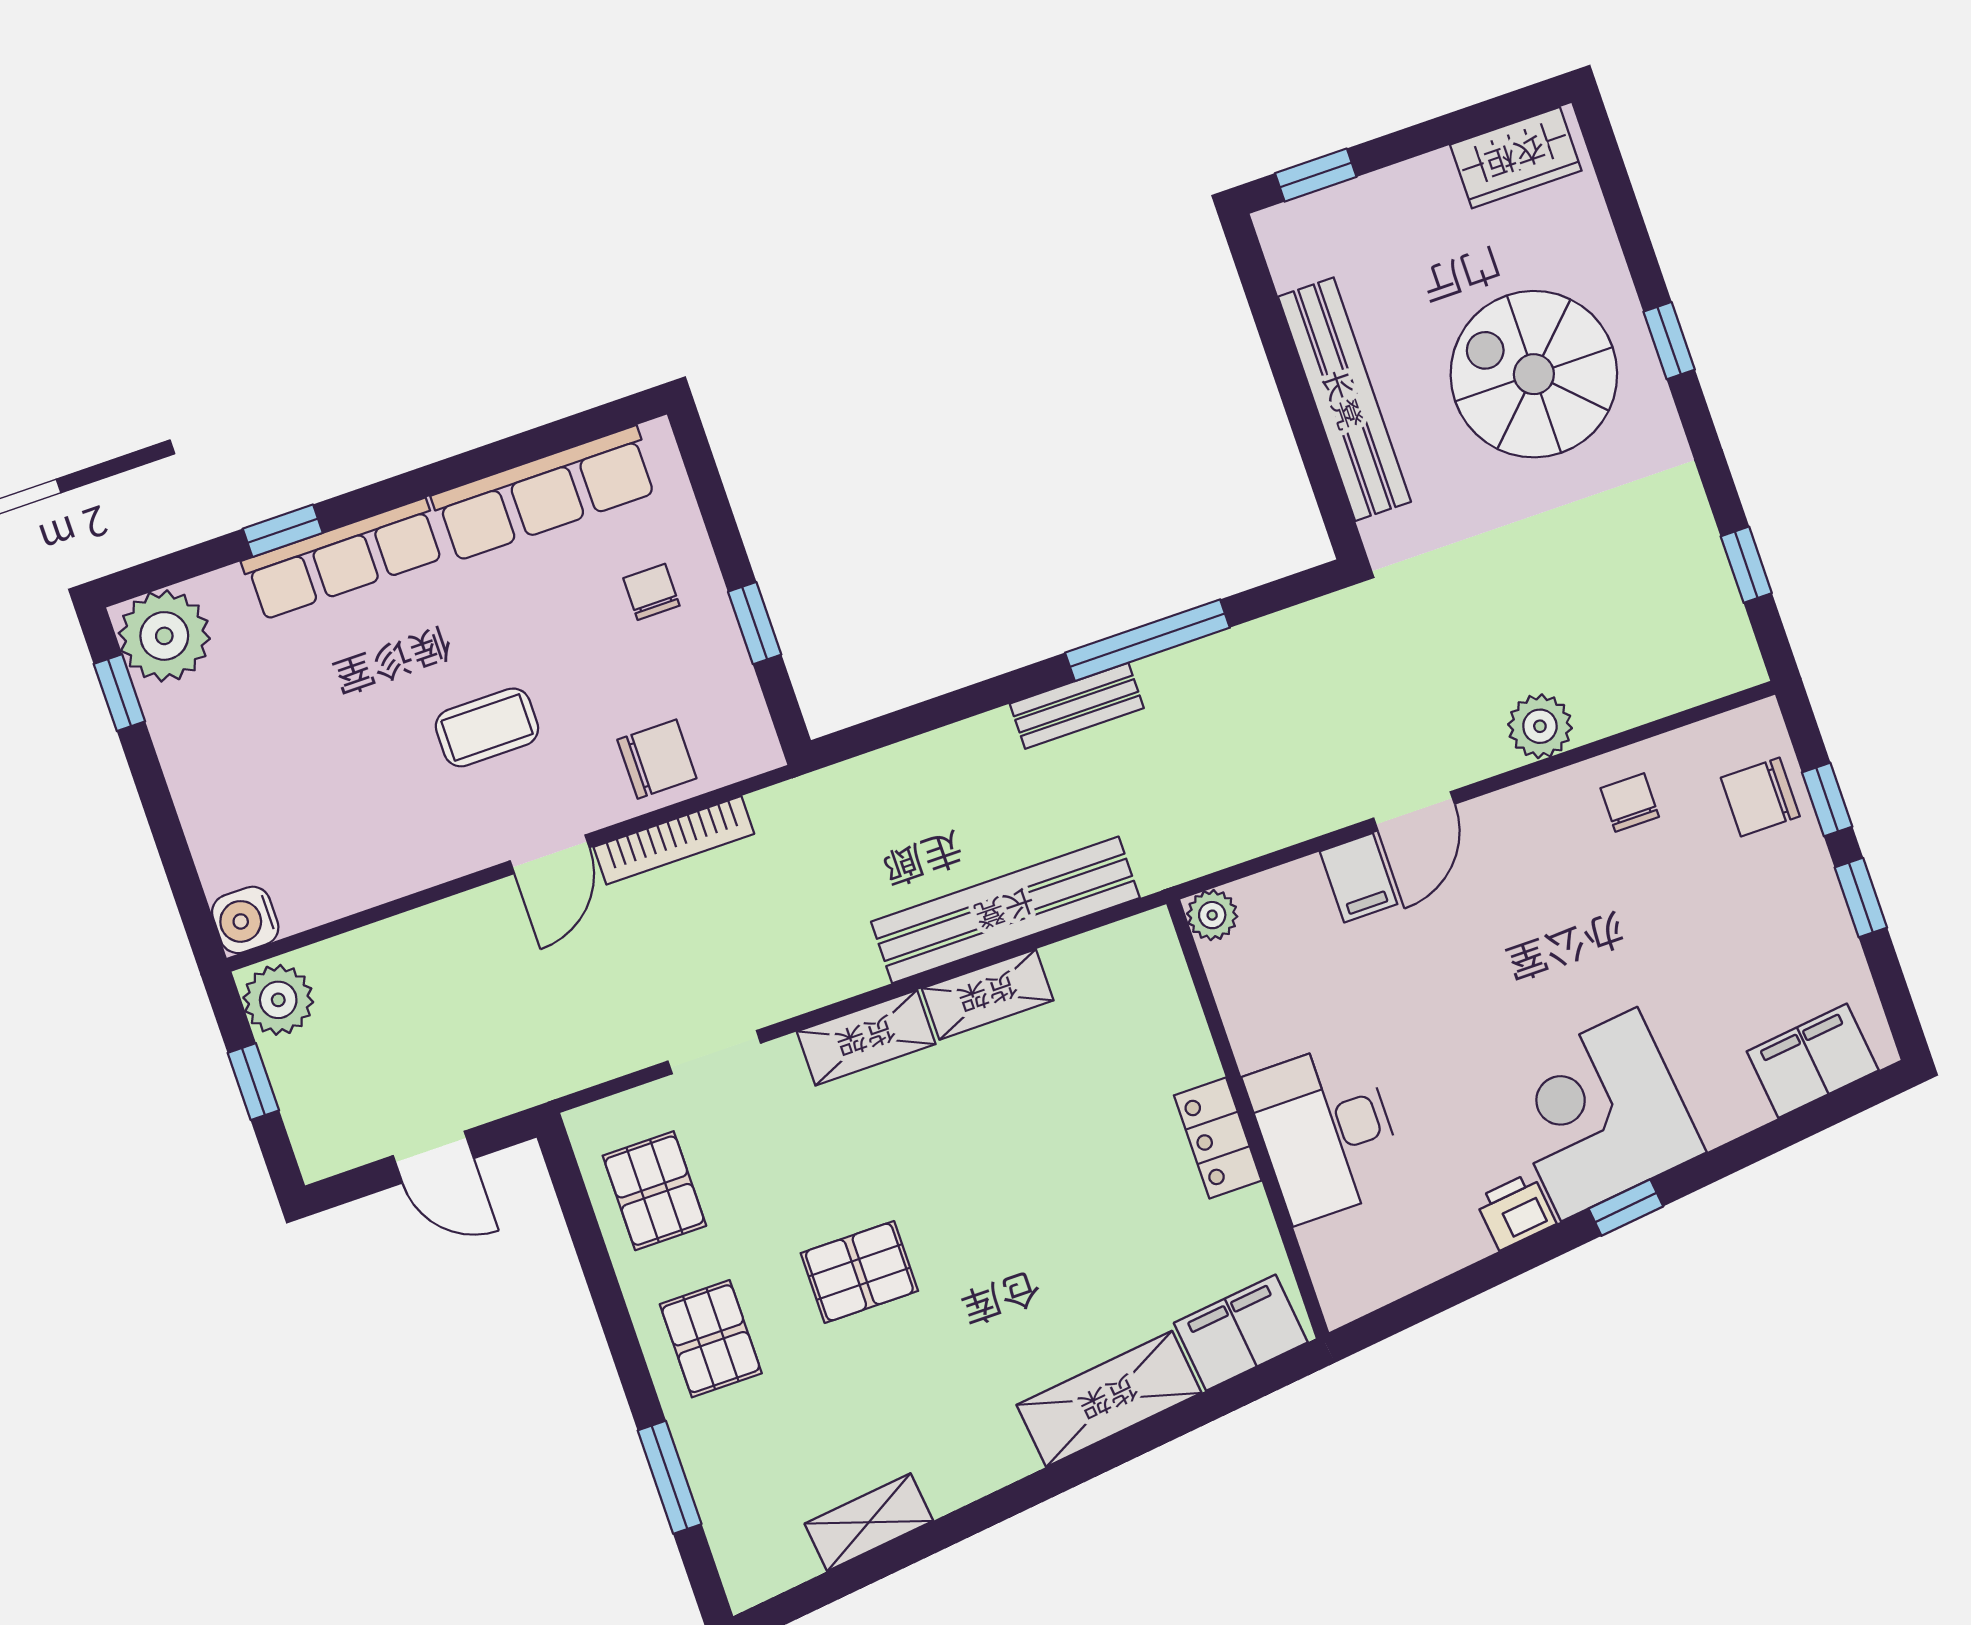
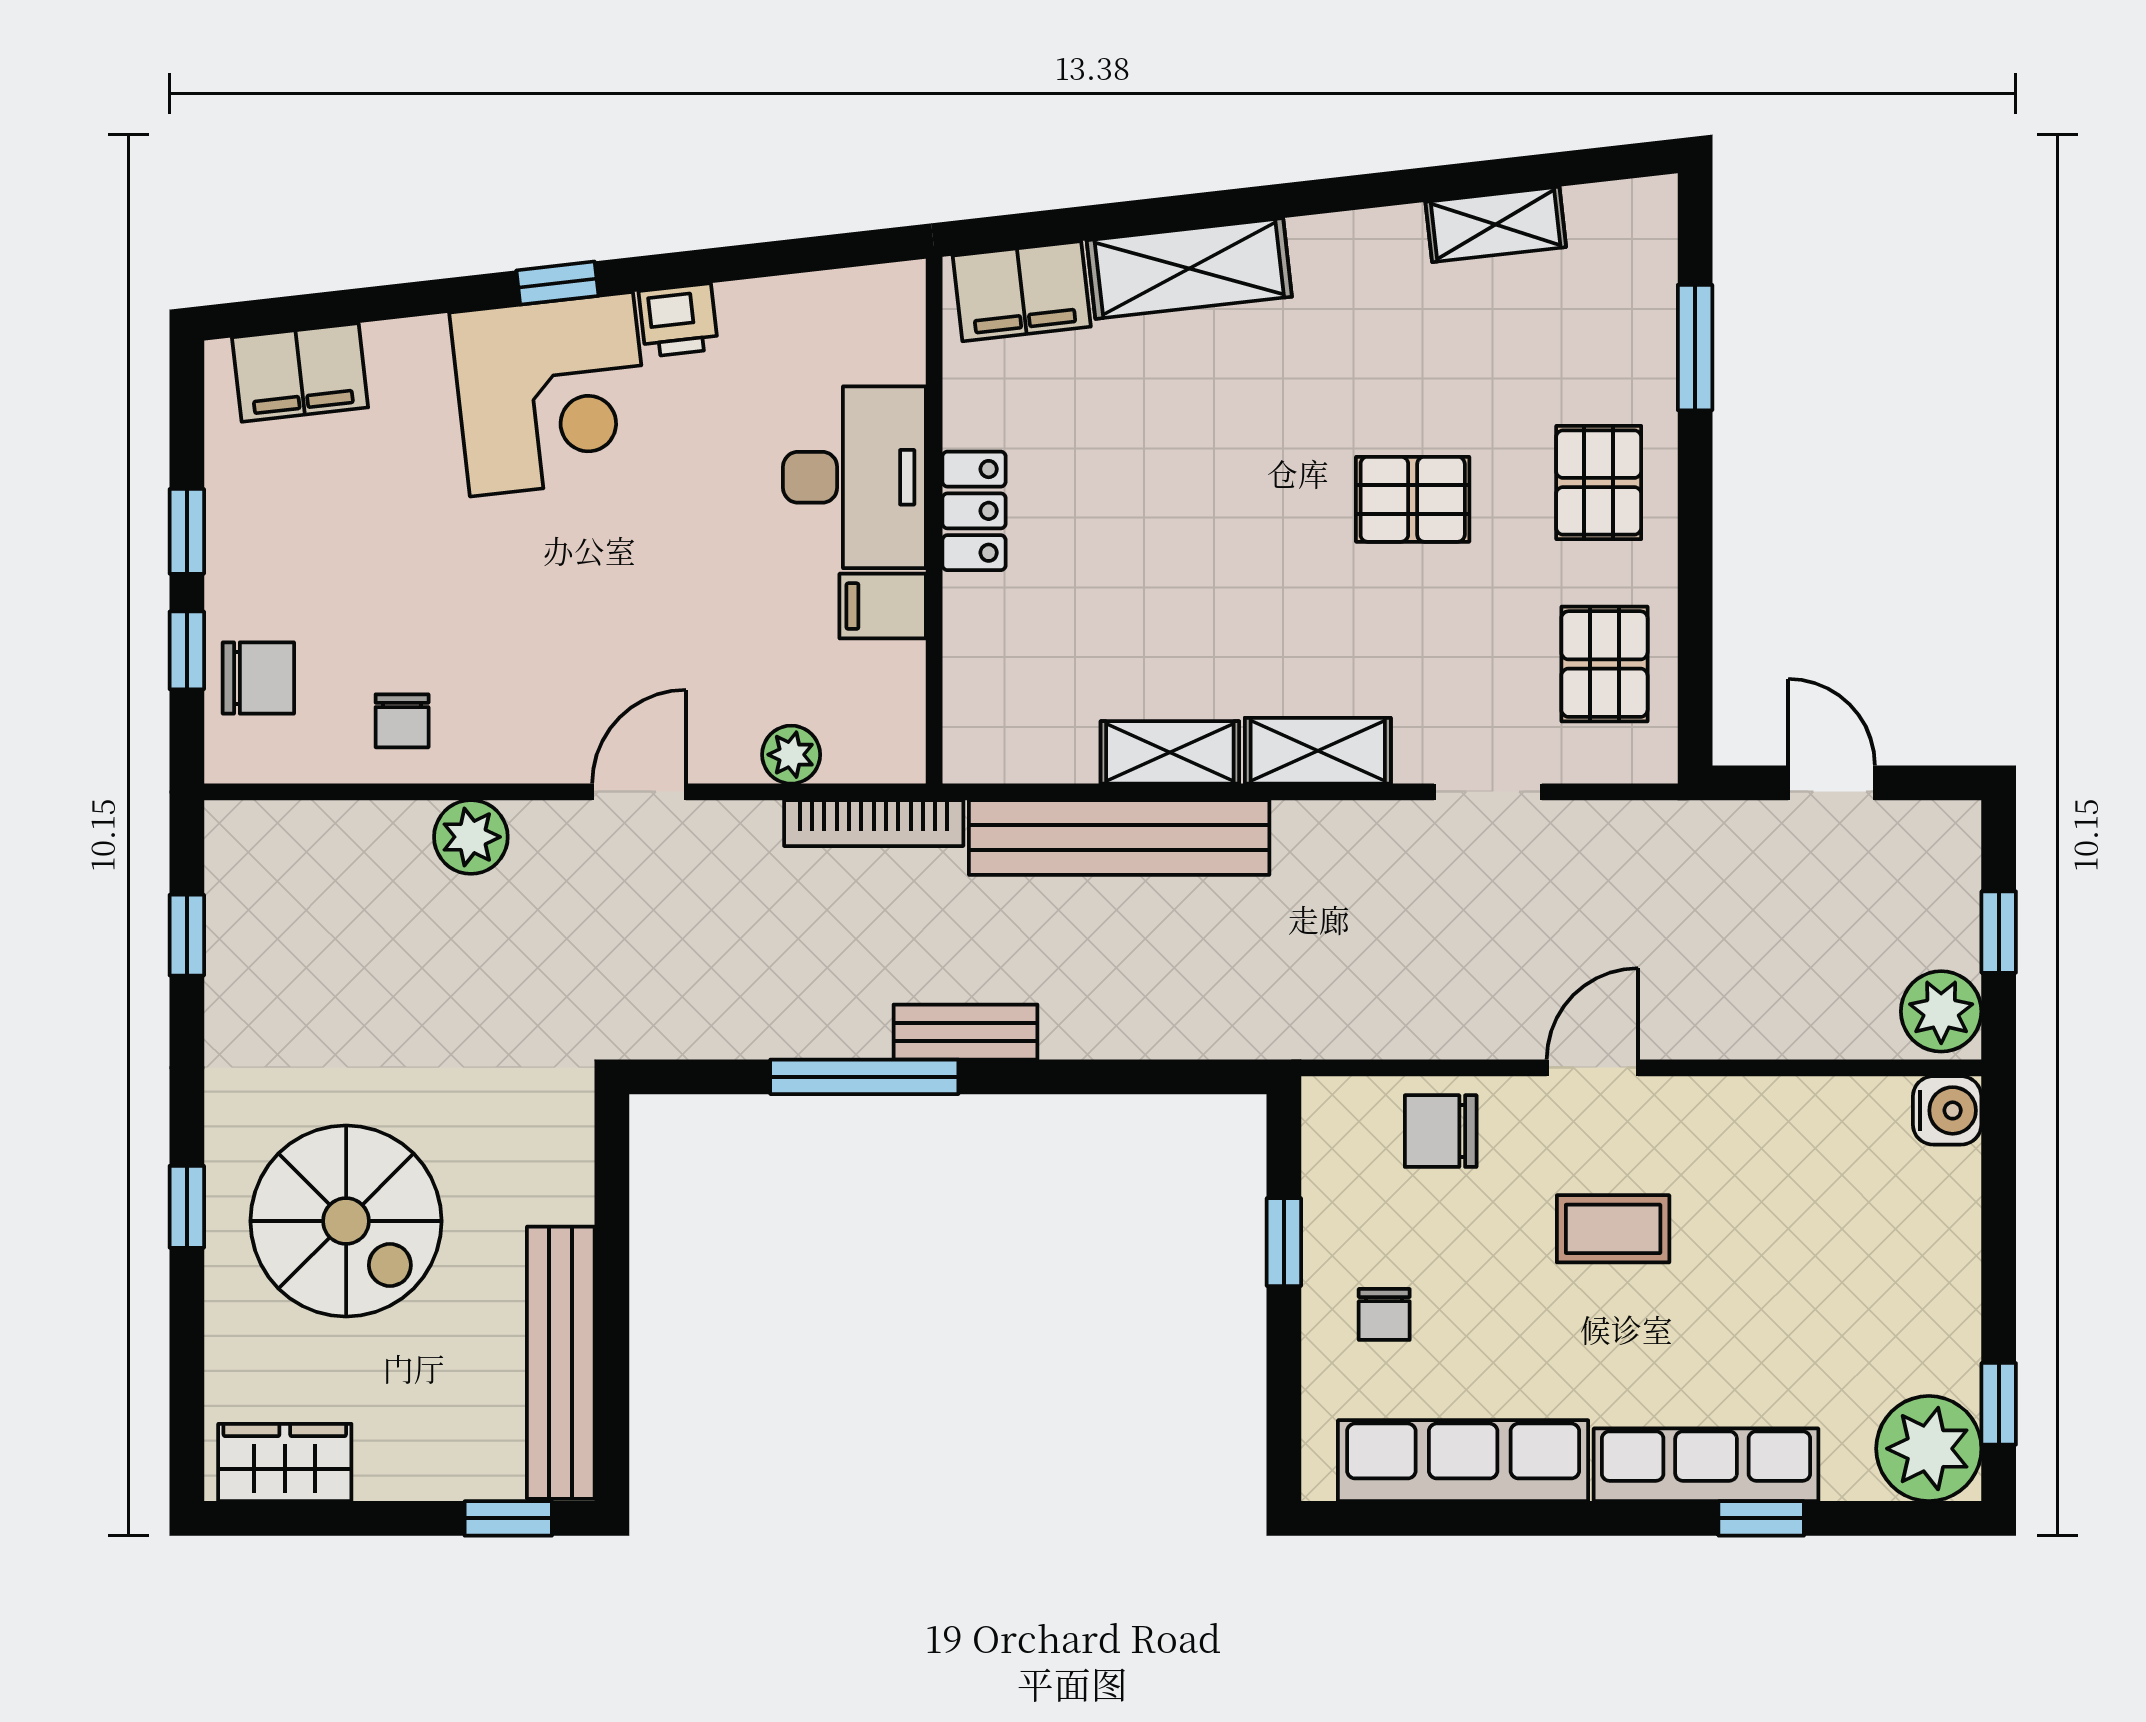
bench: (1344, 399) -> (561, 1363), moved
bookcase: (674, 840) -> (874, 823), moved, turned 180
filing cabinet: (1358, 878) -> (883, 606), moved, turned -90
plant: (1212, 915) -> (791, 755), moved

